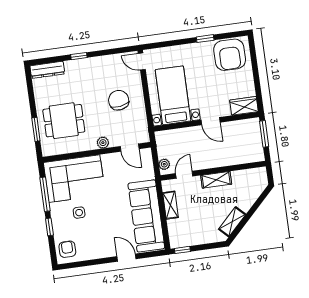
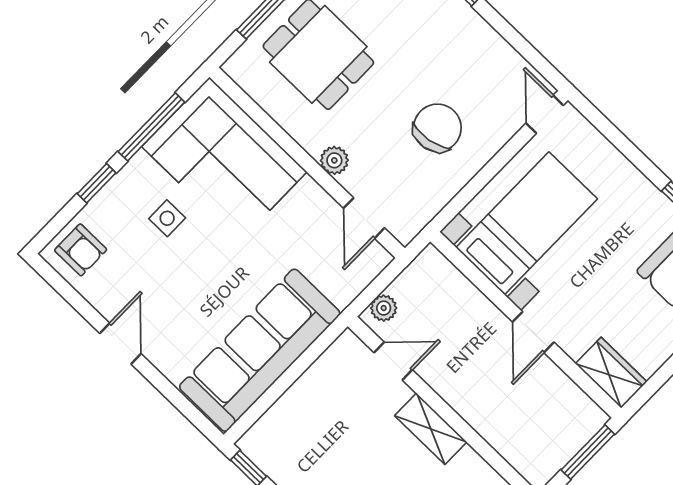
shelving: (171, 205) -> (316, 380), removed
armchair: (67, 249) -> (81, 250), turned 90
door: (126, 258) -> (120, 344), moved

